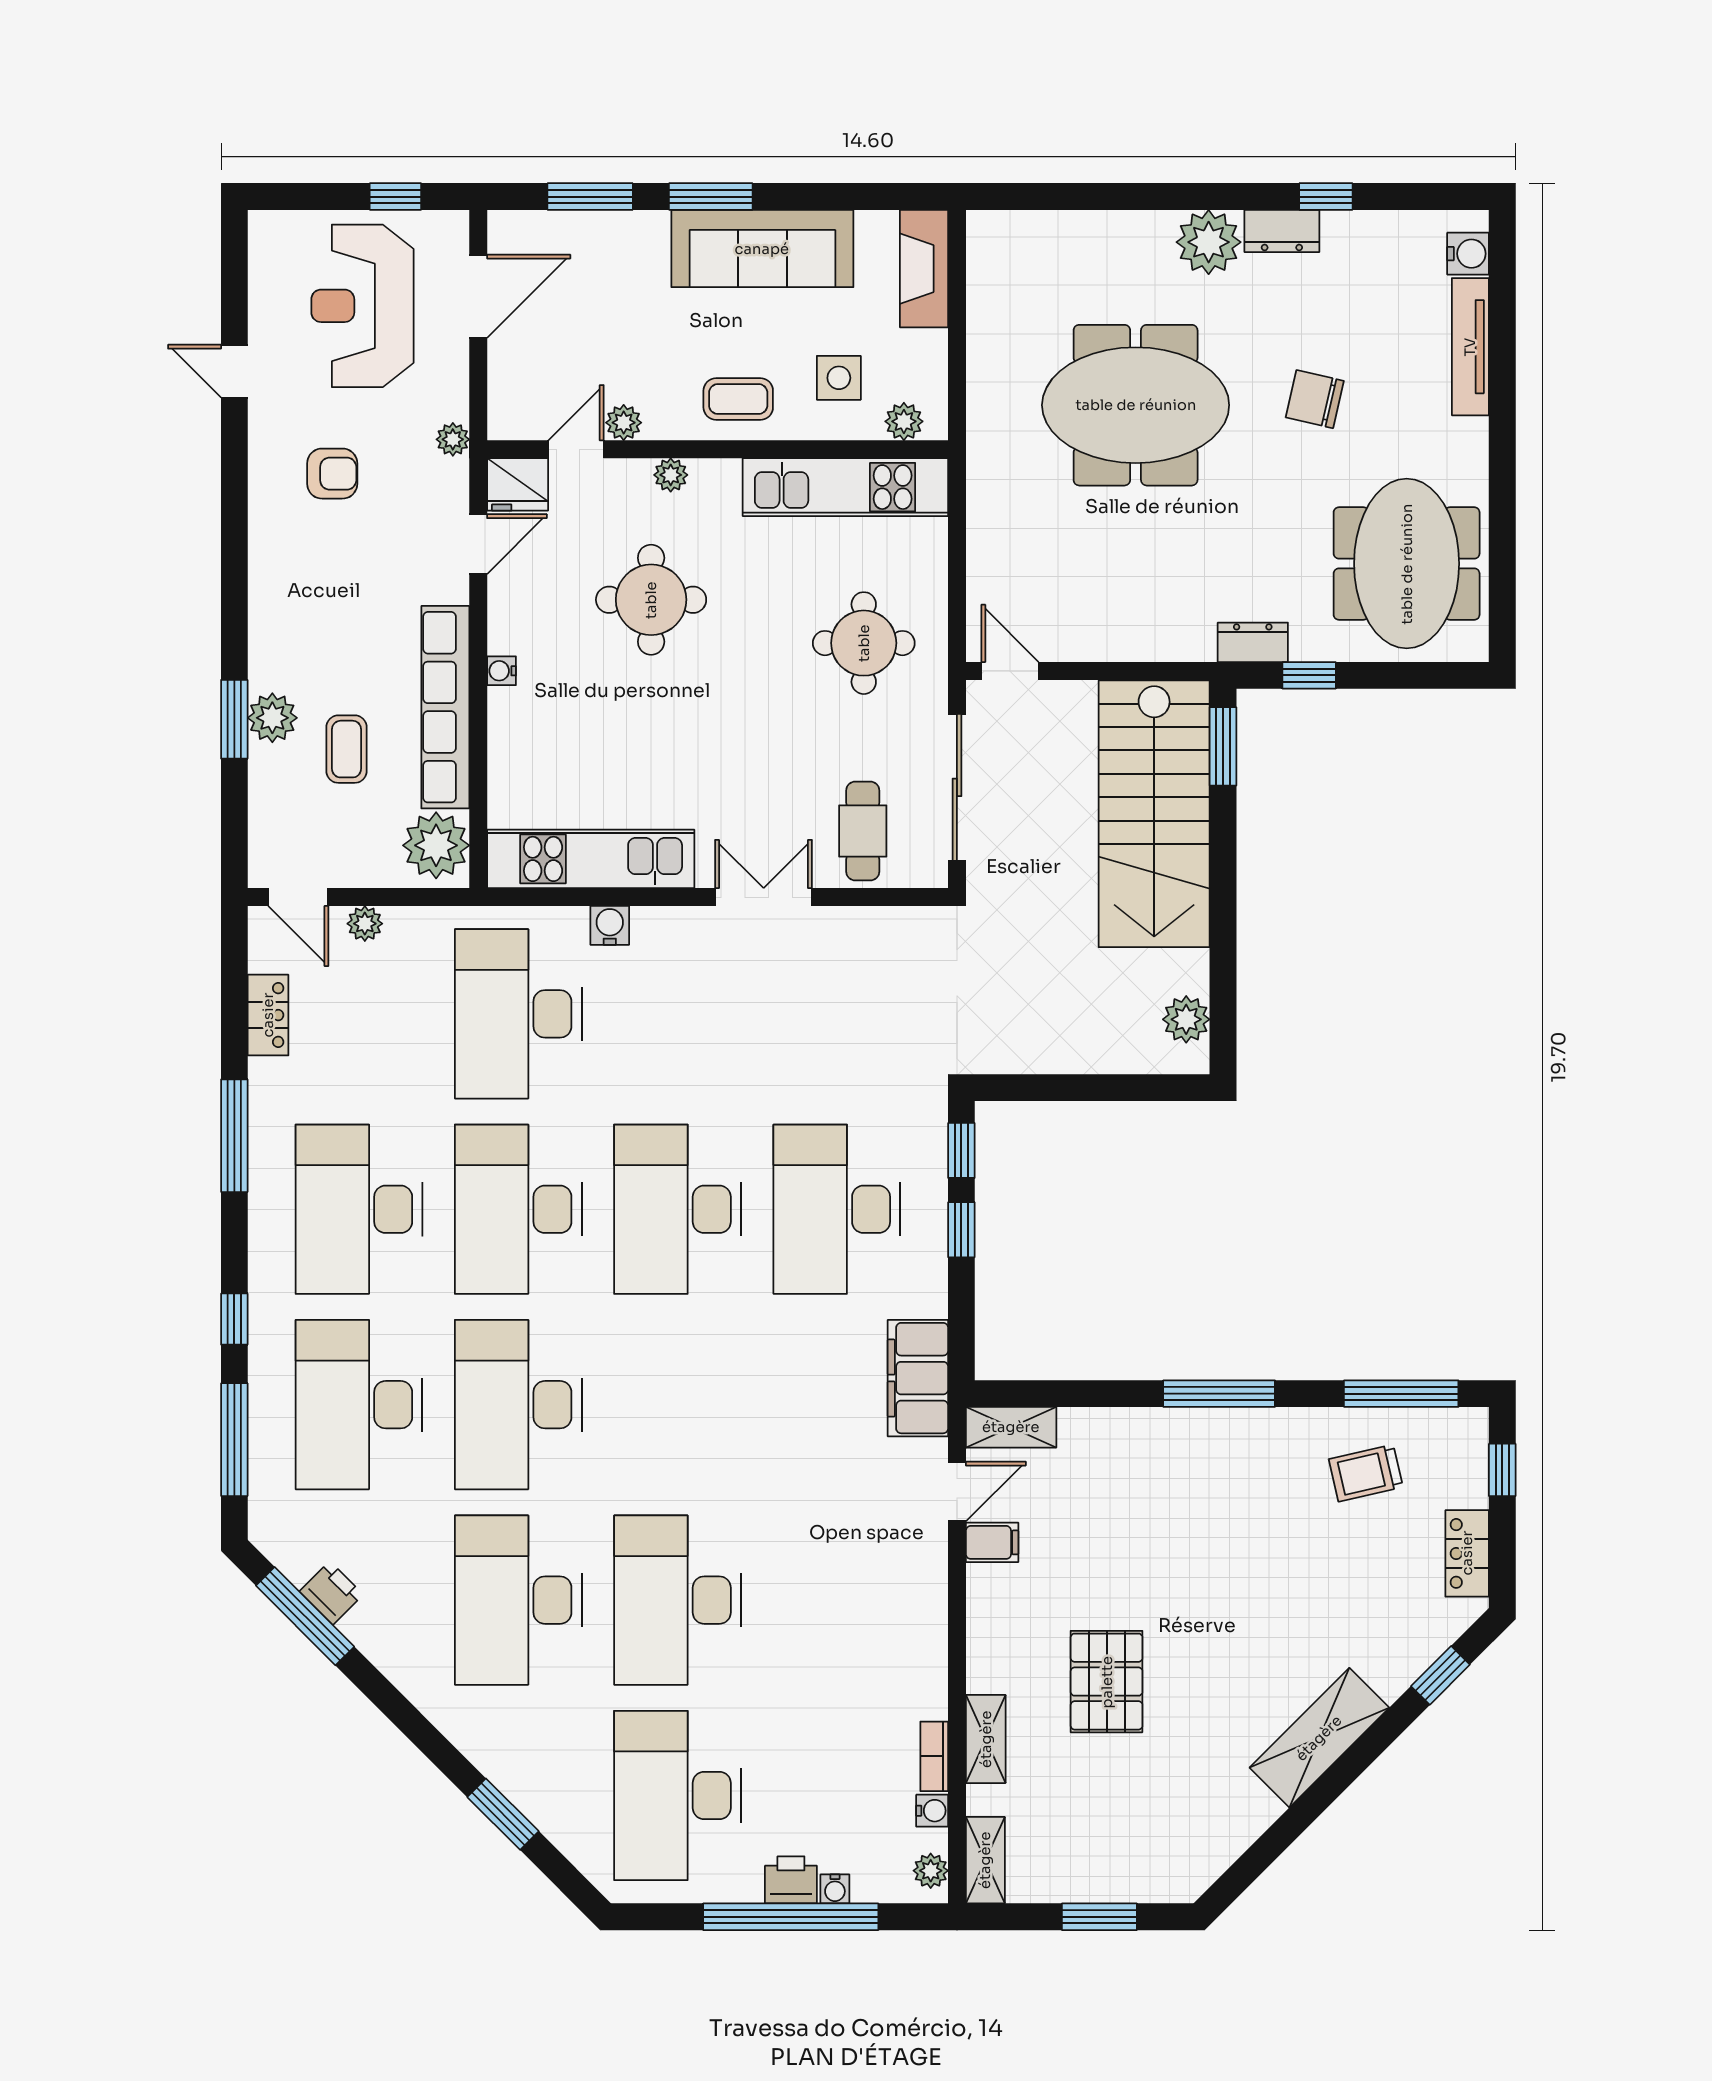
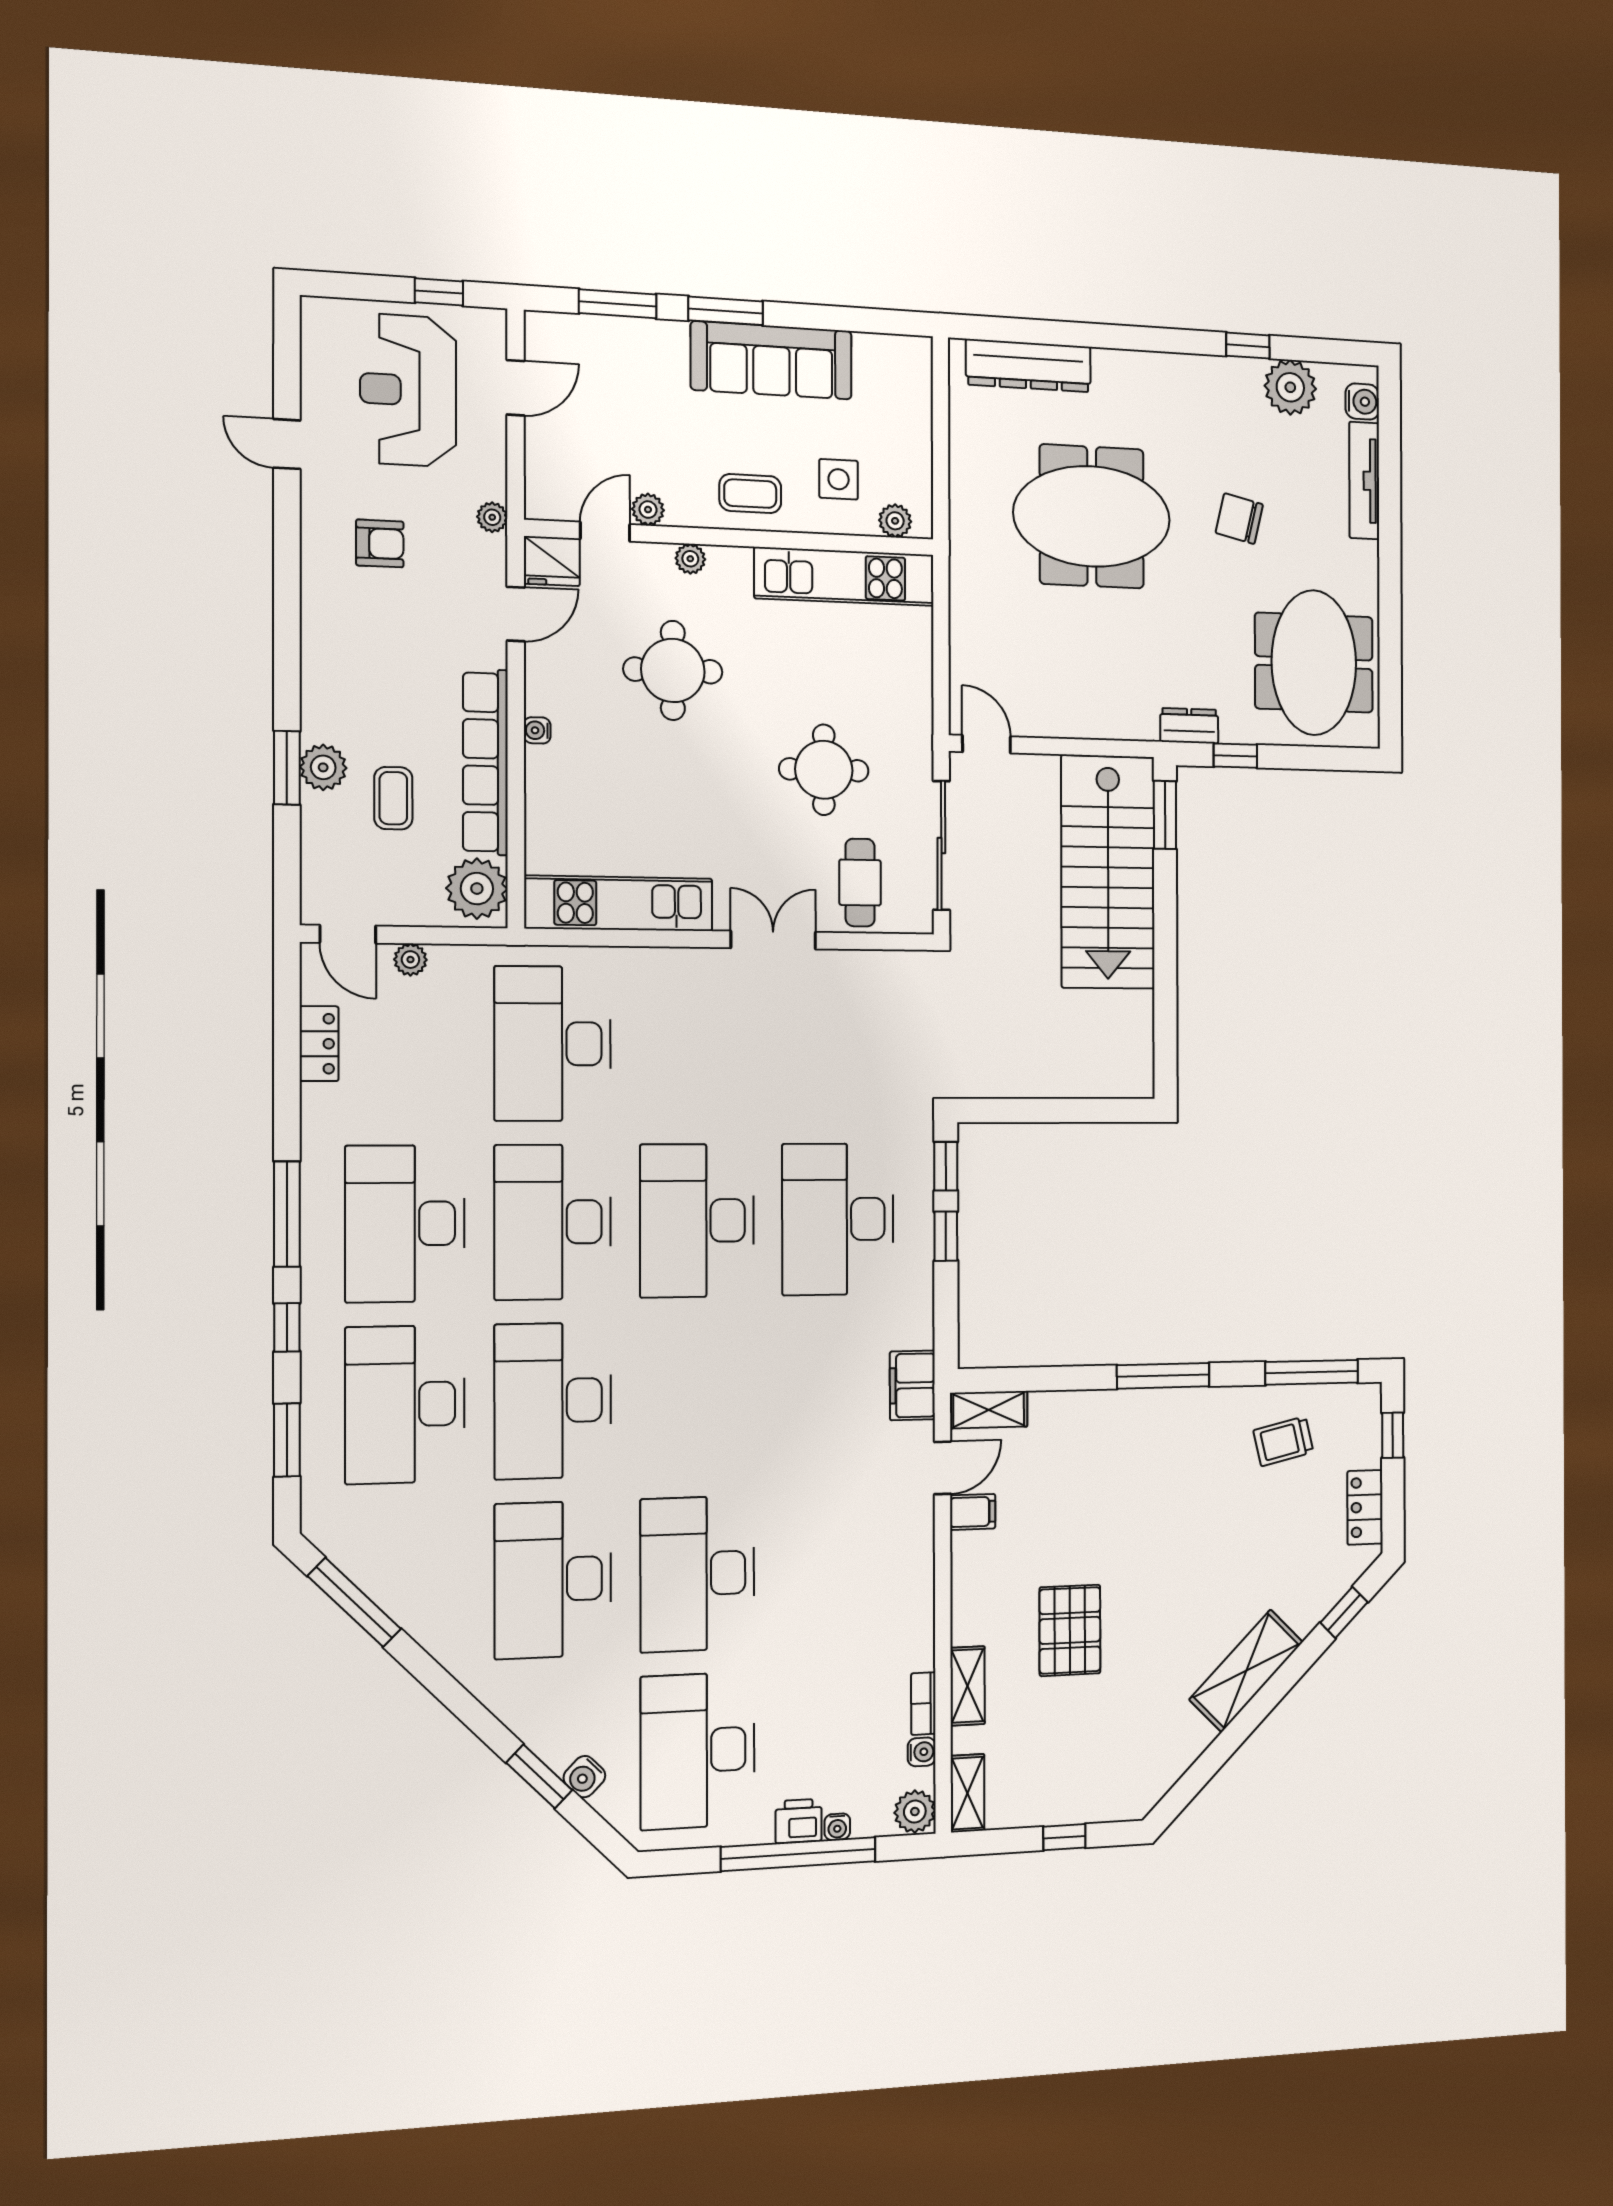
dresser: (1282, 231) -> (1028, 366), moved, width x1.96, depth x1.24
plant: (1209, 242) -> (1290, 387), moved
fireplace: (924, 269) -> (912, 387), removed
door: (478, 296) -> (516, 388), width x0.73
round table: (864, 643) -> (824, 770), moved
water cooler: (610, 925) -> (584, 1777), moved, turned -135
plant: (1186, 1019) -> (1135, 1051), removed
window: (234, 1136) -> (287, 1214), moved
filing cabinet: (918, 1378) -> (912, 1385), width x0.67, depth x0.86
window: (234, 1440) -> (287, 1440), width x0.69
printer: (331, 1593) -> (379, 1580), removed
plant: (931, 1871) -> (915, 1812), width x1.38, depth x1.38
window: (1099, 1917) -> (1064, 1837), width x0.67

